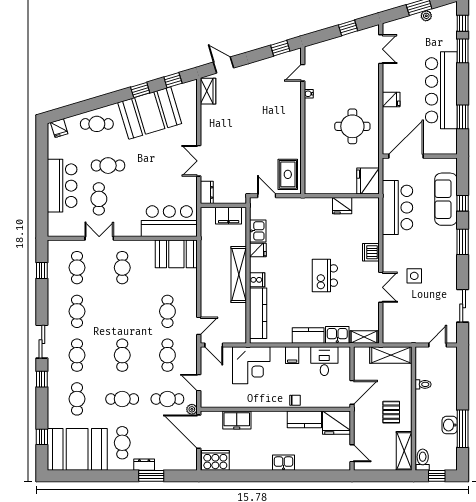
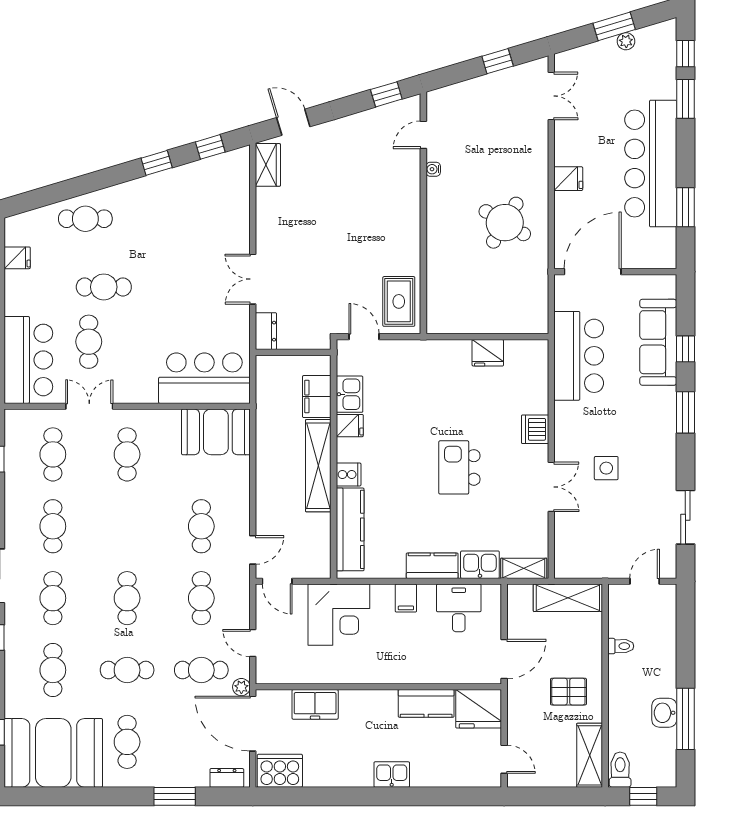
booth: (150, 113) -> (172, 201), removed
round table: (352, 126) -> (505, 223), turned 31
fridge: (59, 128) -> (17, 258), moved, turned -73
fridge: (368, 181) -> (530, 312), removed
bar counter: (62, 186) -> (28, 360), moved
filing cabinet: (229, 216) -> (317, 397), moved, turned 90
chair: (295, 400) -> (410, 672), removed
pallet: (391, 412) -> (568, 692), turned 90
dresser: (144, 465) -> (227, 778), moved

